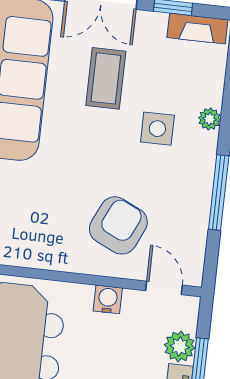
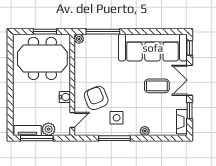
side table: (157, 129) -> (117, 118), moved
armchair: (118, 225) -> (96, 98), turned -137

